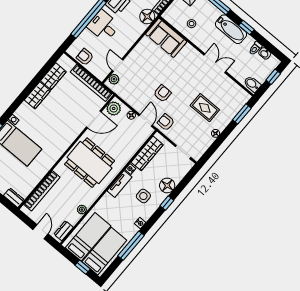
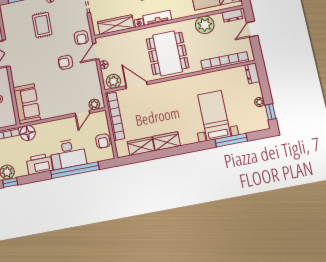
desk: (103, 26) -> (68, 154), width x1.37
plant: (82, 210) -> (205, 25), width x1.87, depth x1.87

